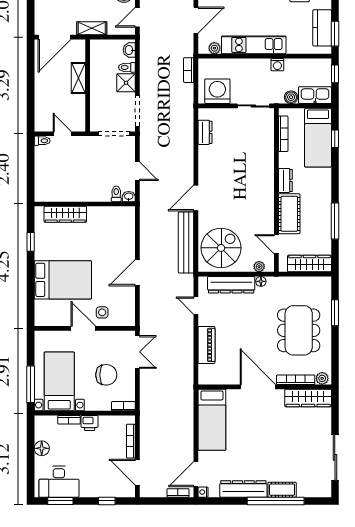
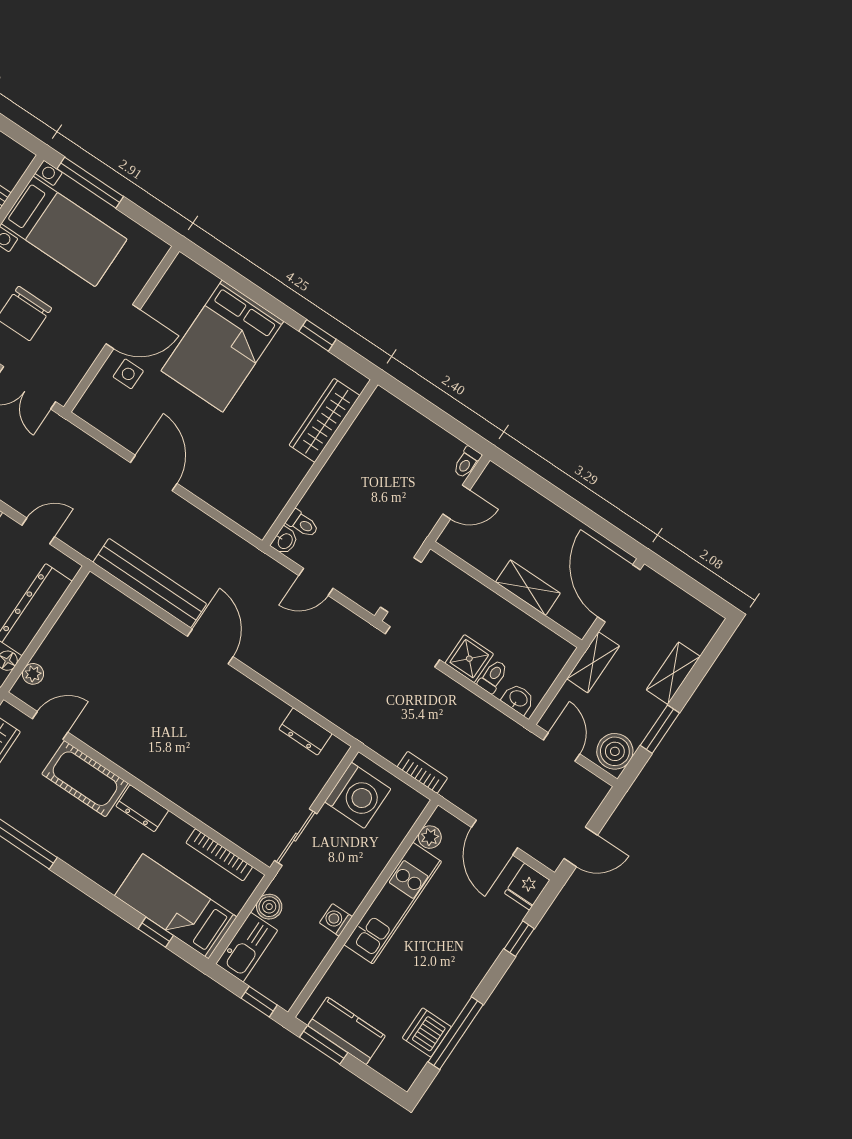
spiral stairs: (221, 248) -> (104, 633), removed

